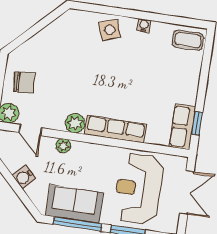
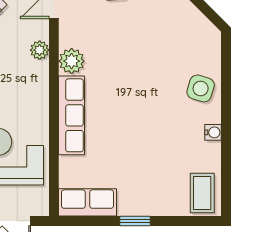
side table: (110, 30) -> (201, 88), turned 37
window: (197, 123) -> (135, 221), moved

